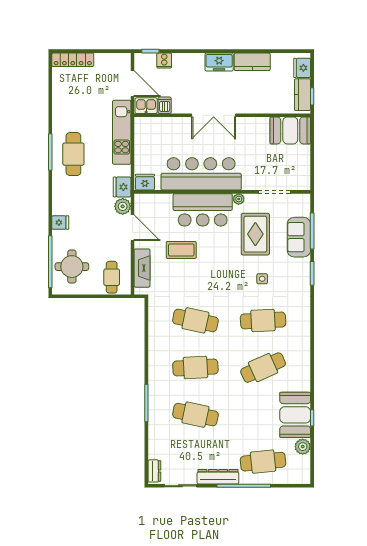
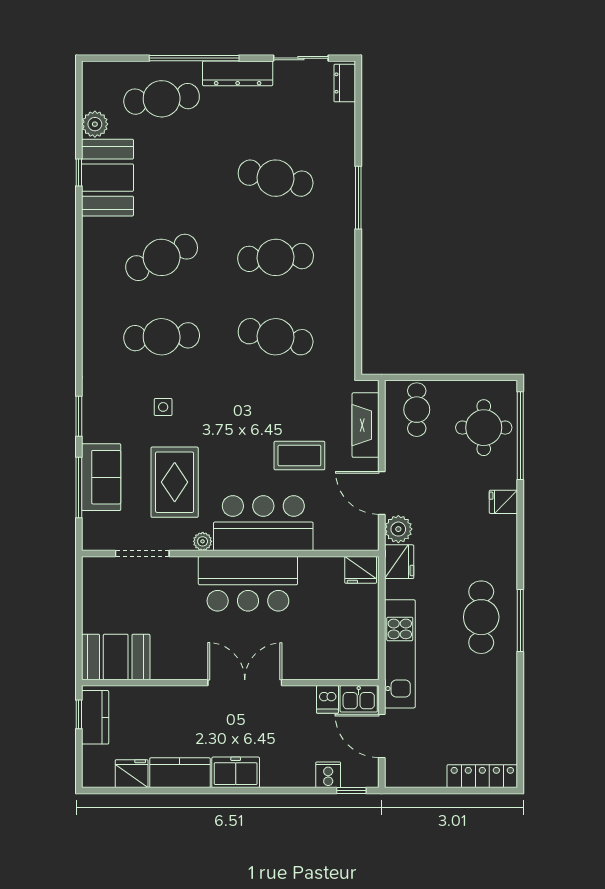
fridge: (302, 68) -> (132, 774), moved, turned -90
bar counter: (201, 174) -> (248, 584), width x0.73

